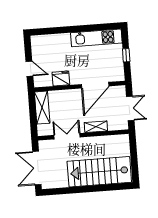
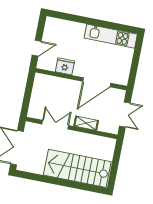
window: (126, 55) -> (135, 61), removed
door: (29, 69) -> (37, 48), hinge flipped
shelving: (42, 108) -> (39, 90), removed

